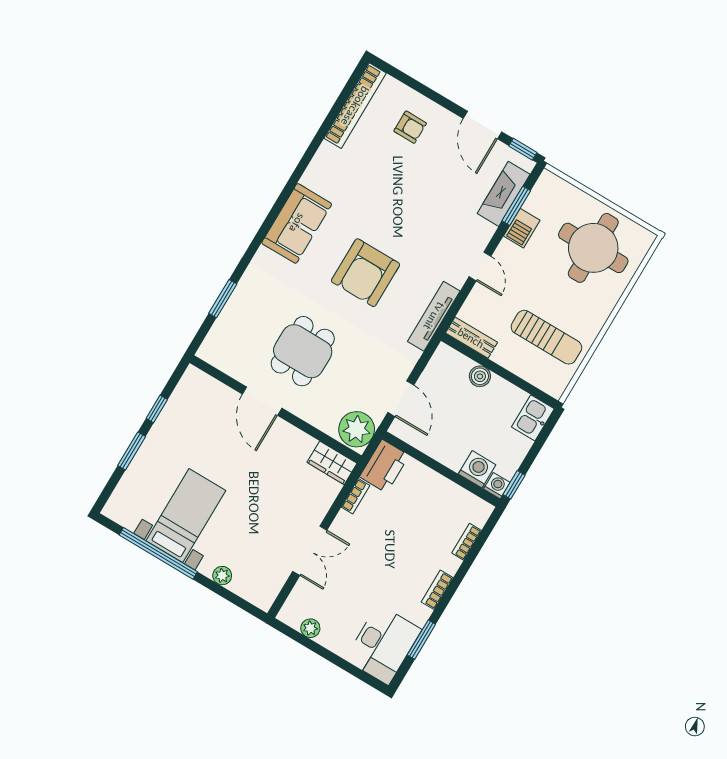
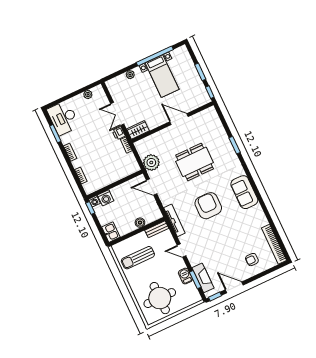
dining table: (303, 351) -> (195, 162), width x1.38
door: (262, 401) -> (179, 119), moved
wall: (276, 409) -> (173, 122), moved
wardrobe: (332, 463) -> (138, 130), moved
printer: (384, 466) -> (119, 133), moved, width x0.53, depth x0.68

